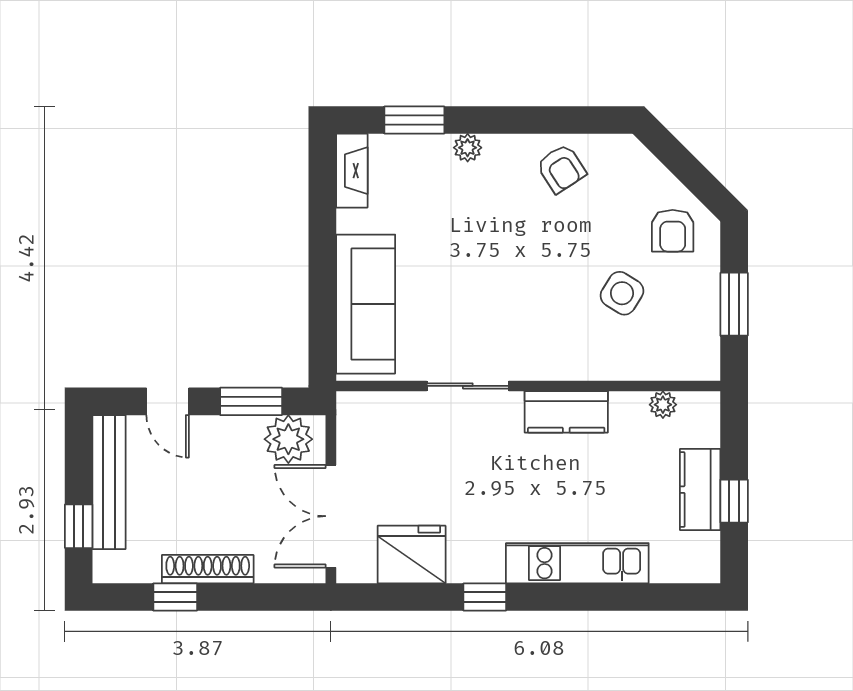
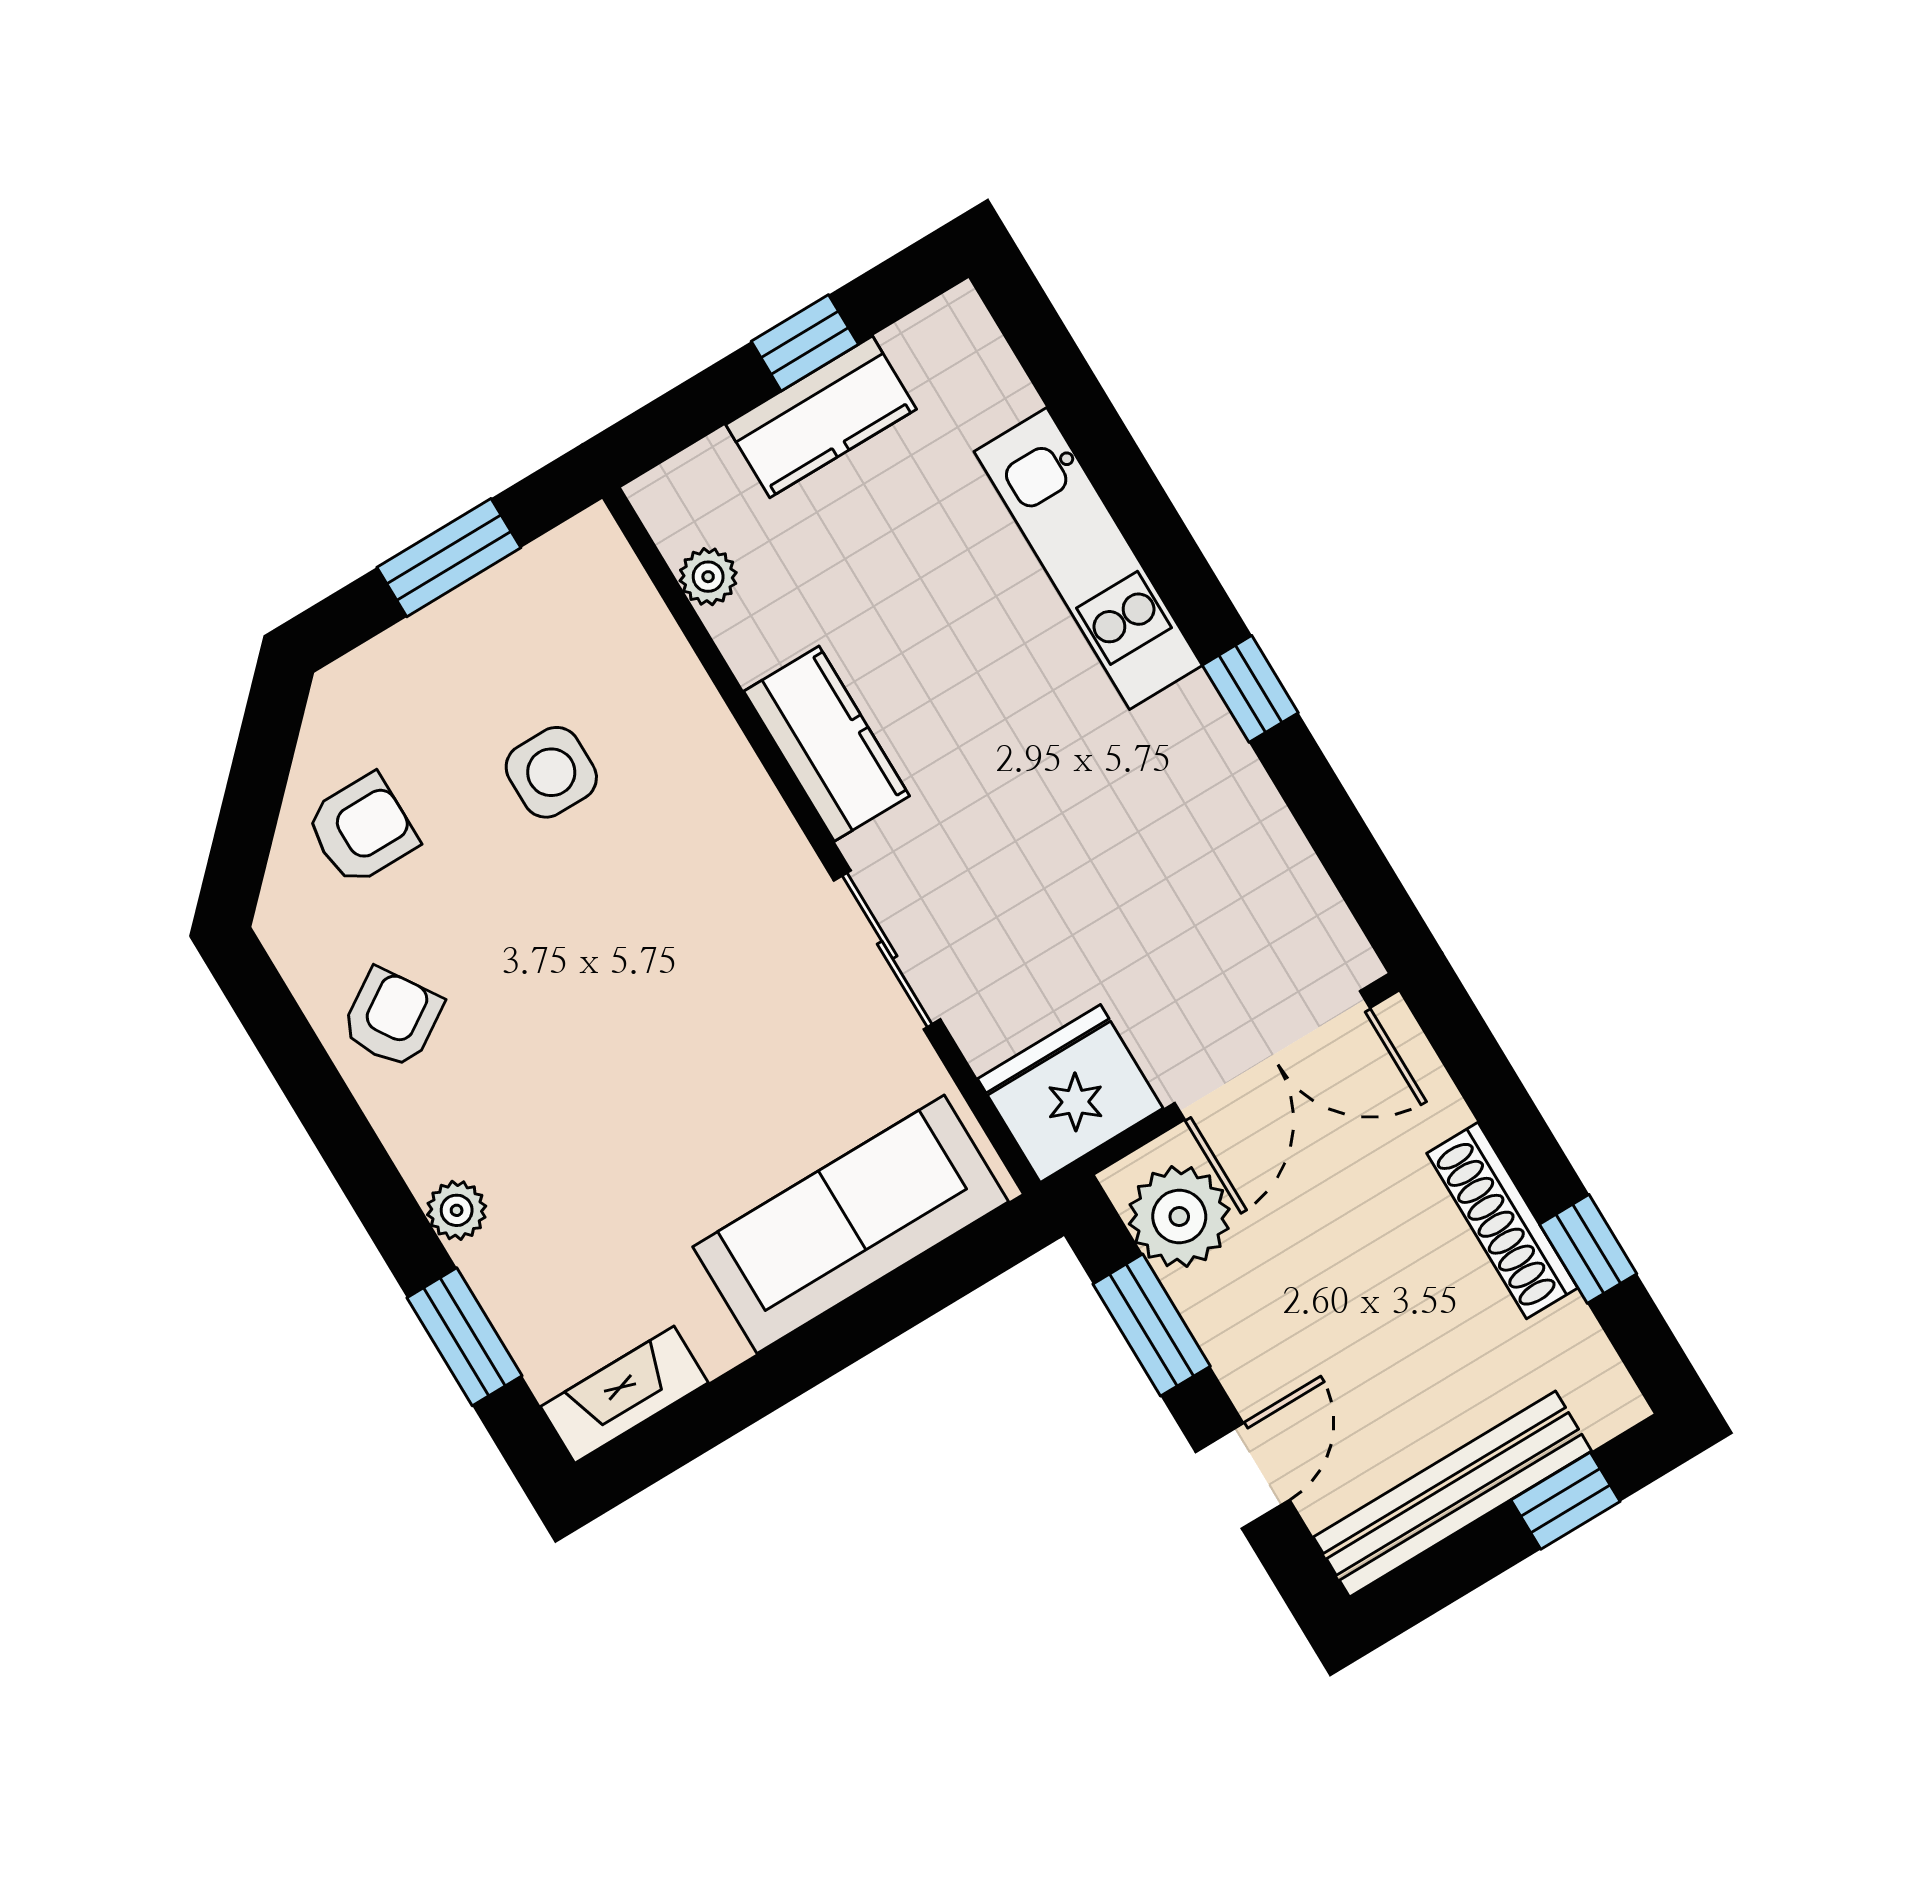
armchair: (673, 231) -> (362, 830), moved
side table: (622, 293) -> (551, 772), turned -32
fridge: (412, 554) -> (1070, 1094), moved, turned 90

